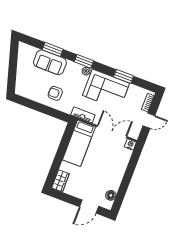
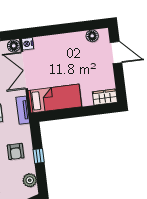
plant: (28, 93) -> (30, 180), added
window: (43, 109) -> (39, 156), added
floor lamp: (134, 133) -> (14, 46), added

